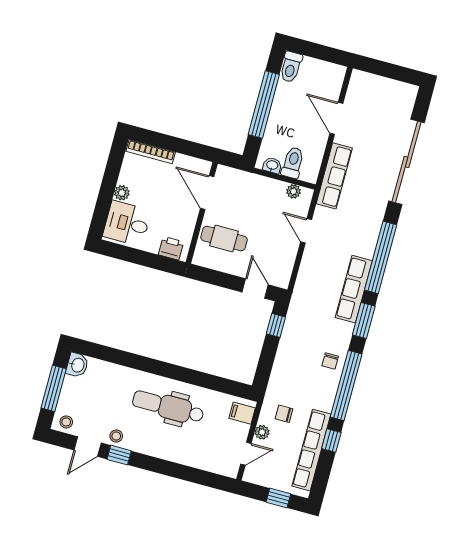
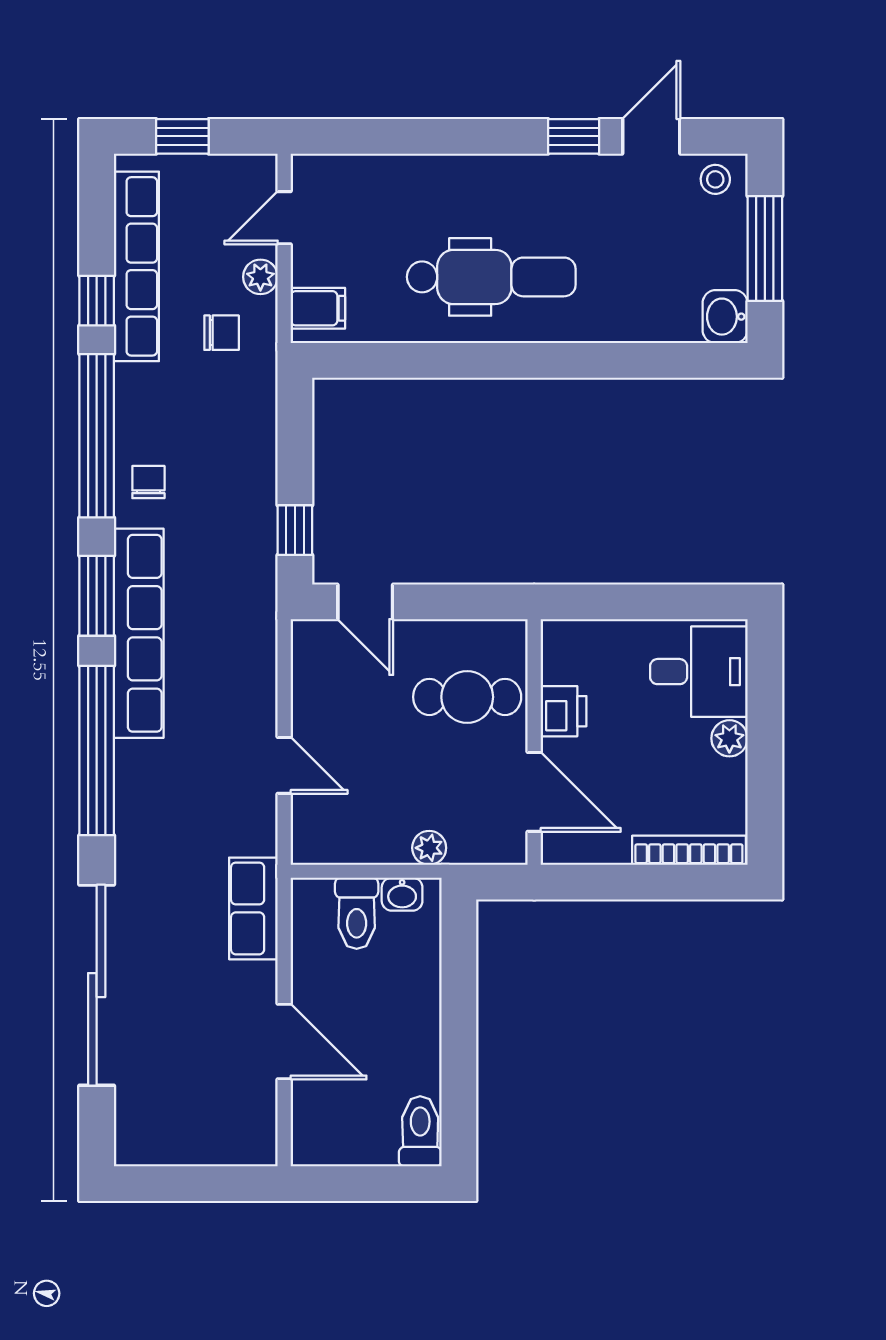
window: (264, 105) -> (459, 1028), removed
row of seats: (334, 176) -> (253, 908), width x0.68
plant: (294, 191) -> (429, 848), moved
printer: (171, 248) -> (564, 711), moved, turned -90
row of seats: (354, 289) -> (139, 633), width x1.36
stool: (116, 436) -> (592, 178), removed

